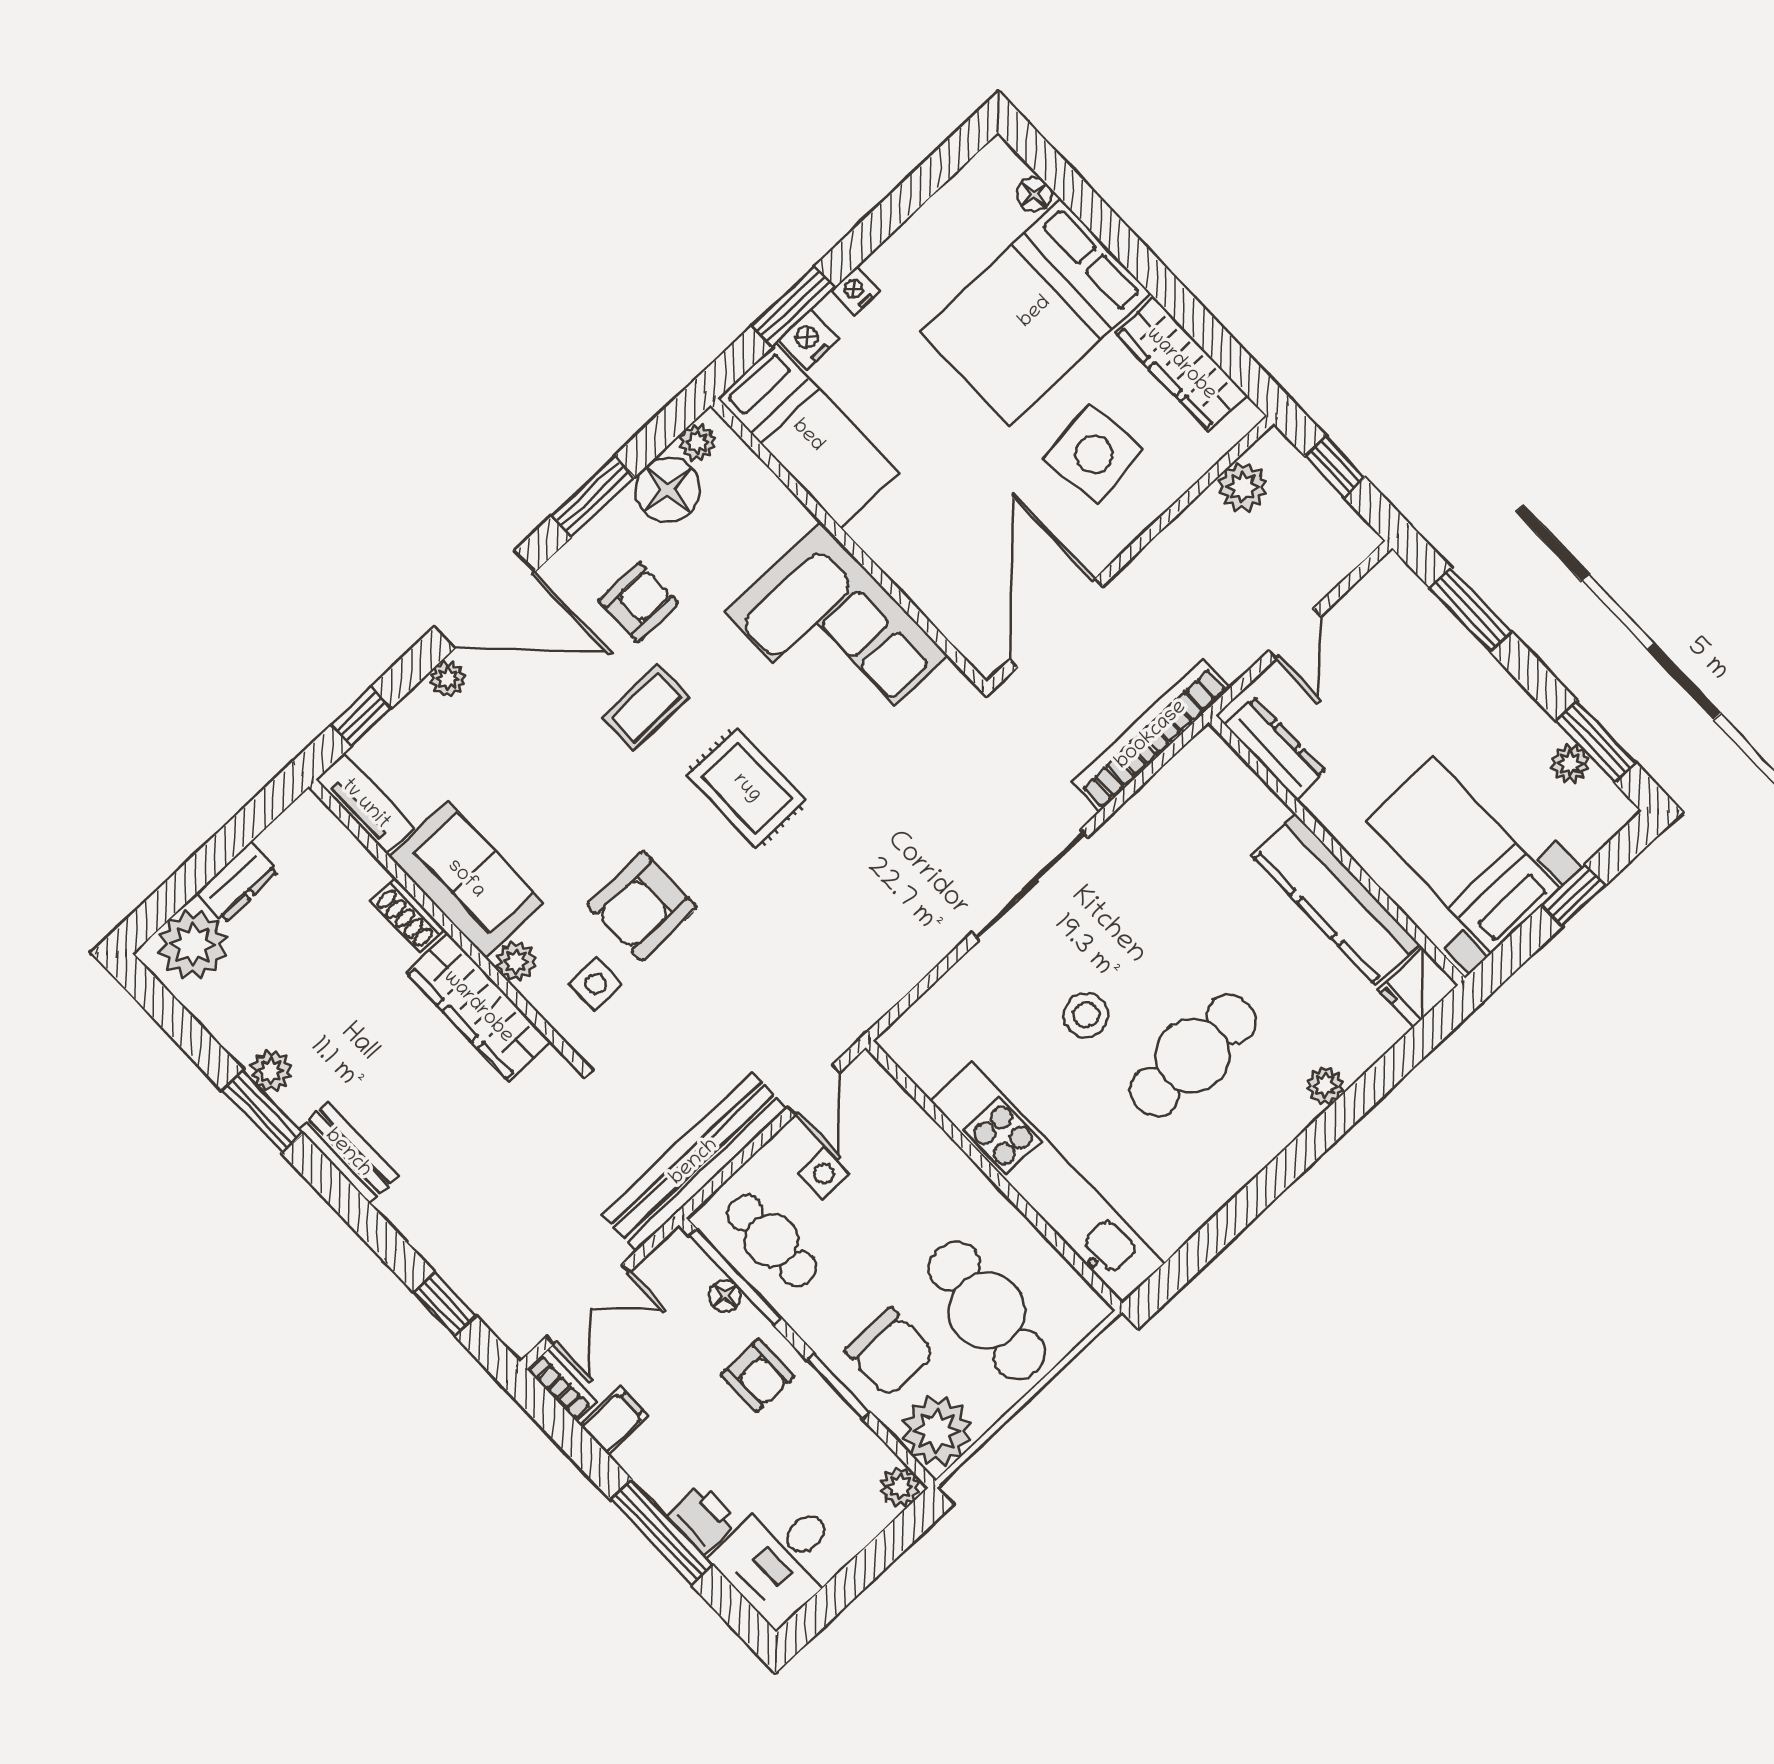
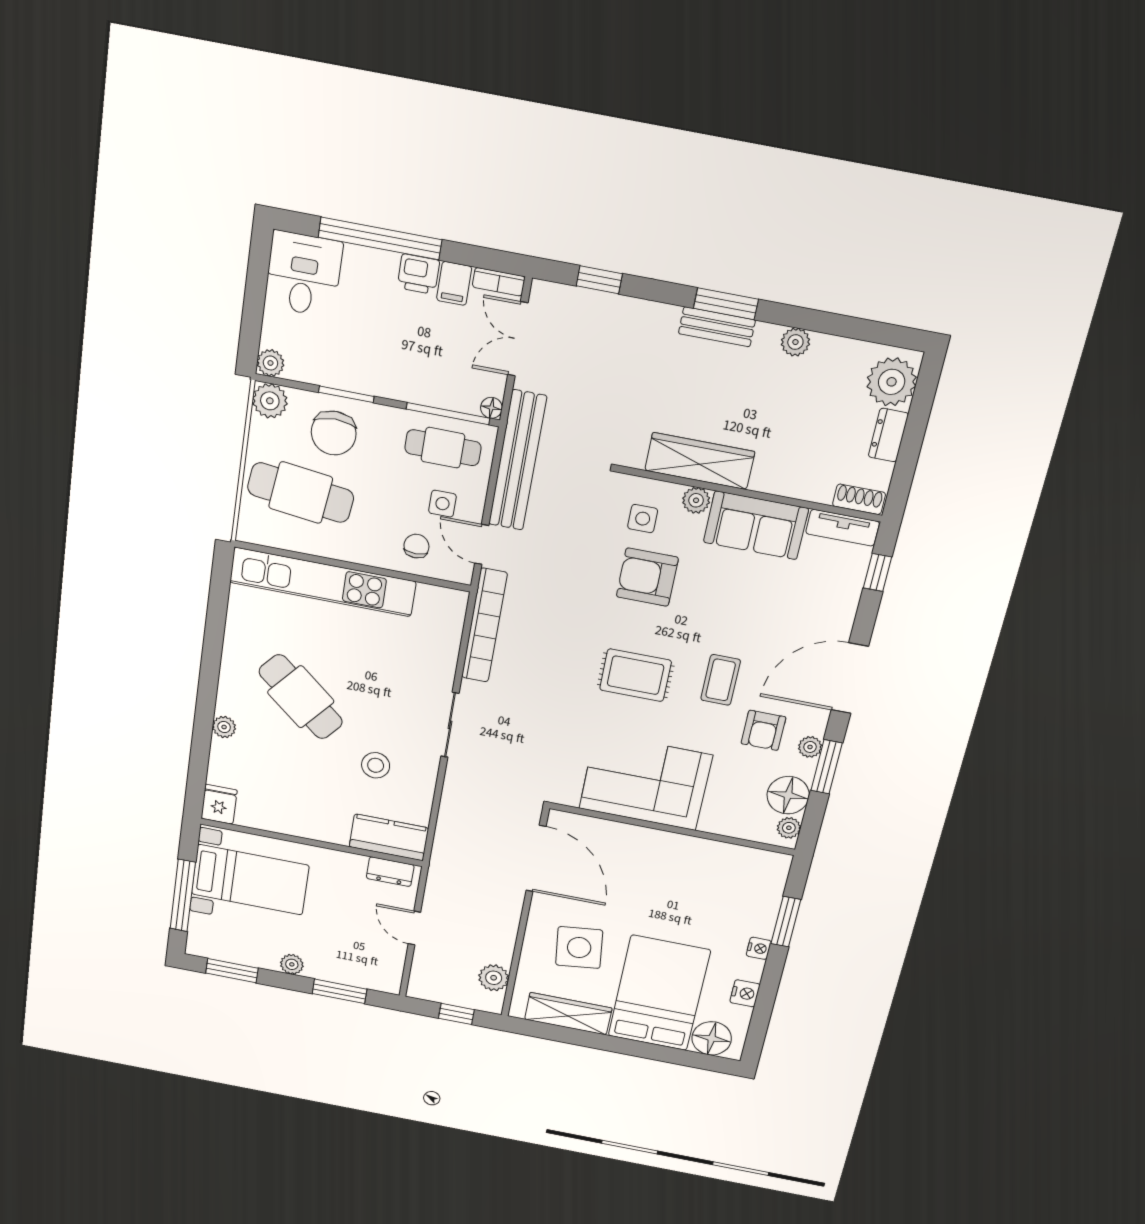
floor lamp: (1034, 195) -> (712, 1038), width x1.89, depth x1.89
nightstand: (809, 340) -> (745, 993), moved
bed: (808, 436) -> (732, 867), removed
plant: (448, 679) -> (810, 747), moved
bookcase: (1151, 735) -> (484, 625), moved
dresser: (1275, 748) -> (390, 872), width x0.70
plant: (1570, 763) -> (292, 964), moved
sliding door: (1030, 885) -> (450, 725), width x0.73
window: (1573, 896) -> (183, 895), width x2.17
kitchen counter: (1336, 900) -> (389, 837), moved, width x0.67
armchair: (642, 906) -> (647, 577), turned -90
shoe rack: (408, 915) -> (859, 499), moved
stool: (1086, 1015) -> (376, 765), moved
cafe table: (1193, 1056) -> (301, 697), turned -50
window: (263, 1112) -> (726, 304), moved
chair: (896, 1144) -> (416, 546), added
floor lamp: (725, 1296) -> (491, 408), moved
chair: (890, 1352) -> (334, 433), turned -90
armchair: (757, 1376) -> (394, 368), removed
plant: (937, 1431) -> (270, 401), width x0.73, depth x0.73
printer: (703, 1519) -> (418, 274), moved
window: (661, 1532) -> (380, 238), width x1.46

